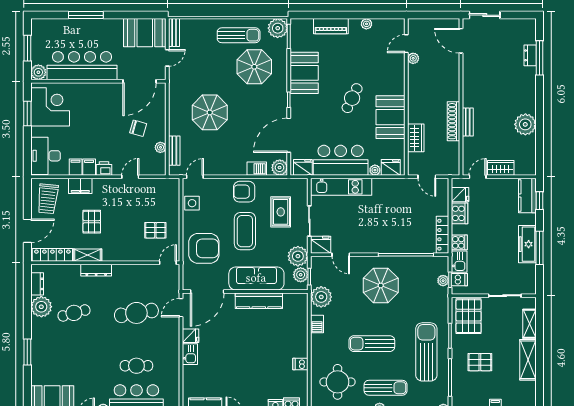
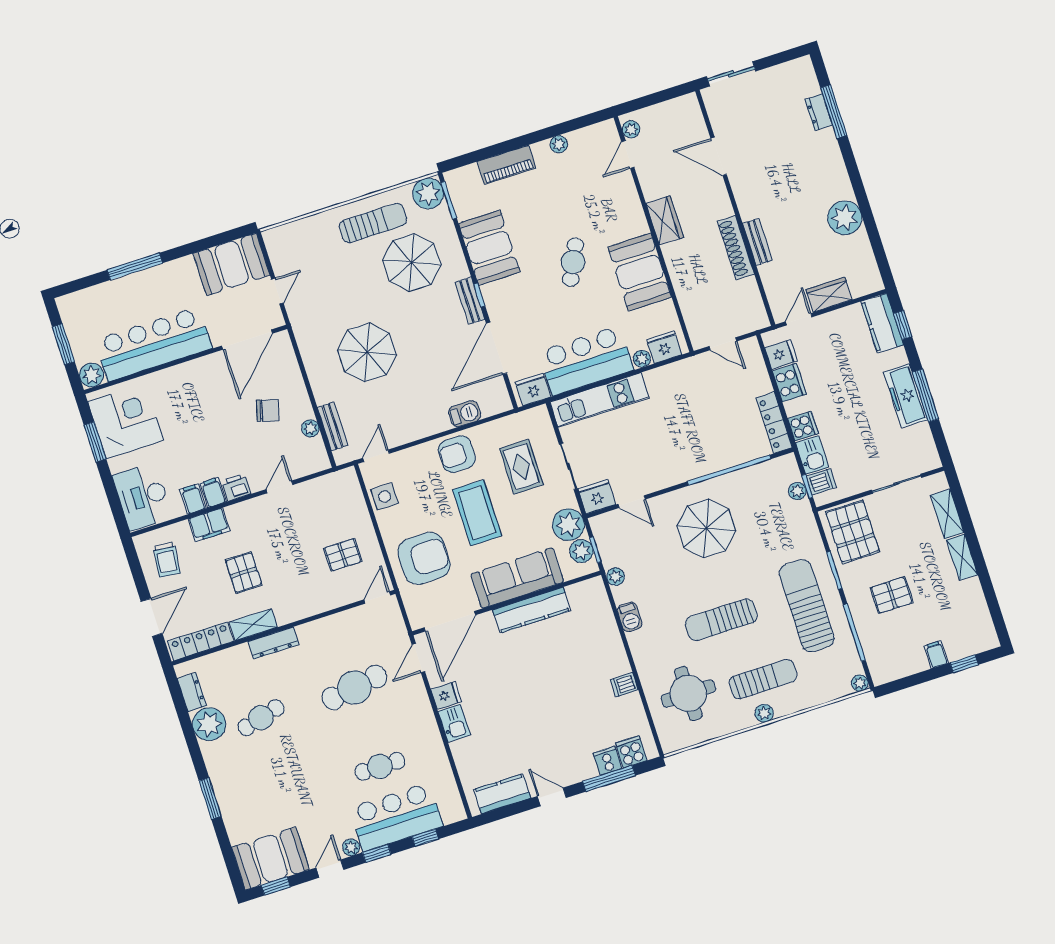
bench: (174, 33) -> (470, 301), moved
door: (461, 41) -> (719, 156), moved
plant: (413, 58) -> (631, 129), moved
wardrobe: (416, 138) -> (665, 220), moved
plant: (280, 168) -> (498, 401), removed
trolley: (48, 199) -> (167, 560), width x0.73, depth x0.72
plant: (321, 297) -> (616, 577), width x0.53, depth x0.53
shelving: (528, 360) -> (962, 557), width x0.67, depth x0.75

